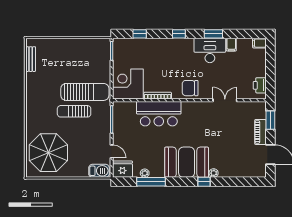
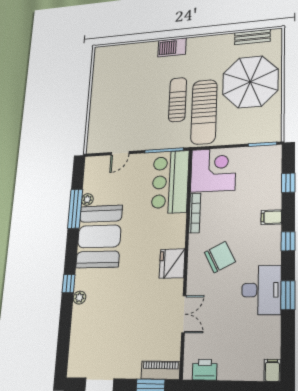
filing cabinet: (231, 45) -> (271, 217), moved
chair: (190, 88) -> (220, 257), moved, turned 63
bar counter: (159, 114) -> (170, 182), moved
piano: (260, 132) -> (161, 370), moved
parasol: (48, 153) -> (250, 82), moved
booth: (187, 162) -> (99, 236), moved
fridge: (122, 169) -> (172, 264), moved, turned 180
barbecue: (99, 171) -> (172, 47), moved, turned 90

